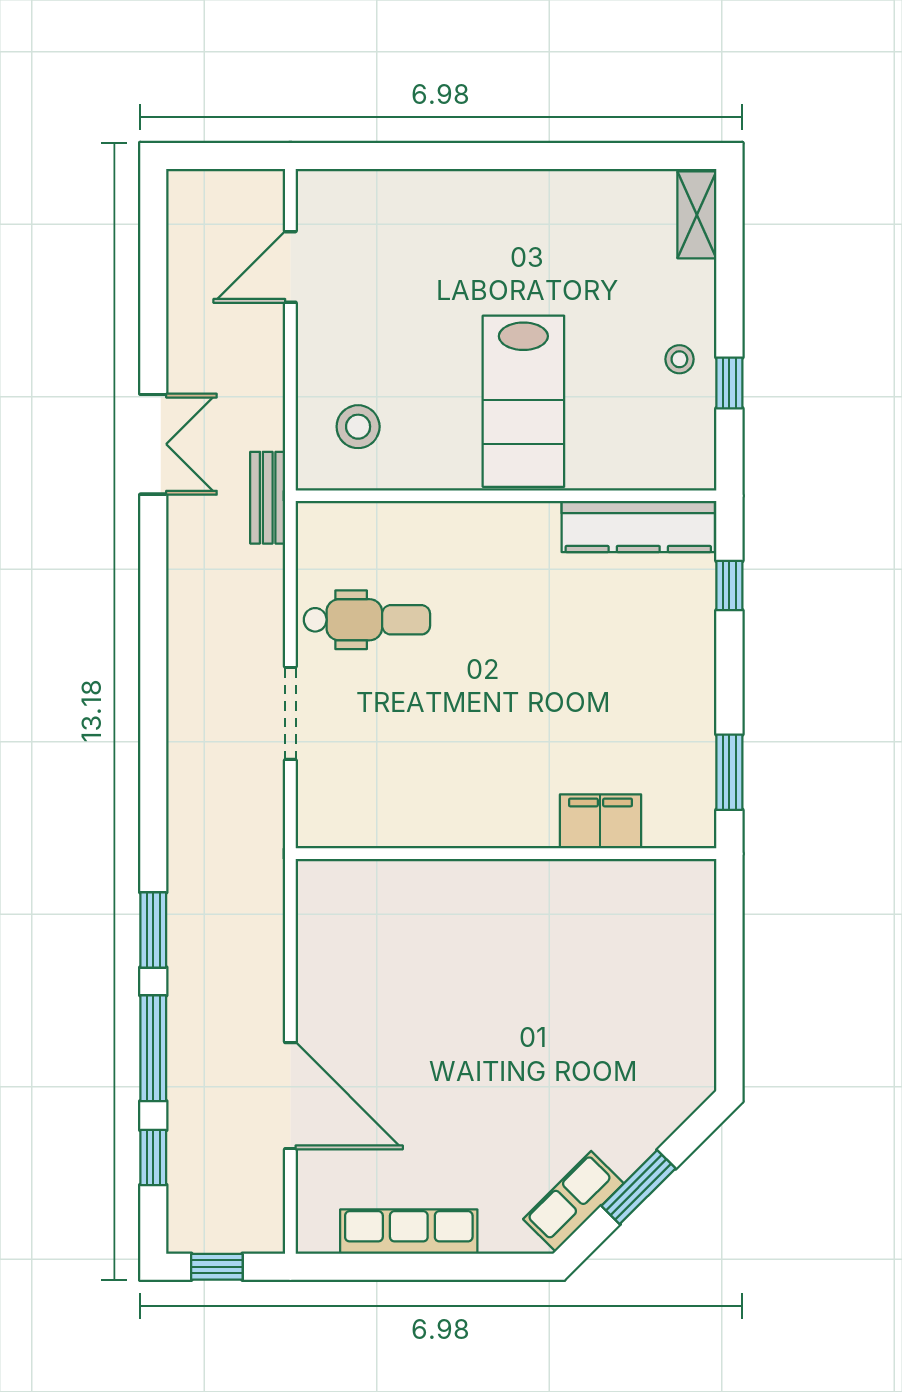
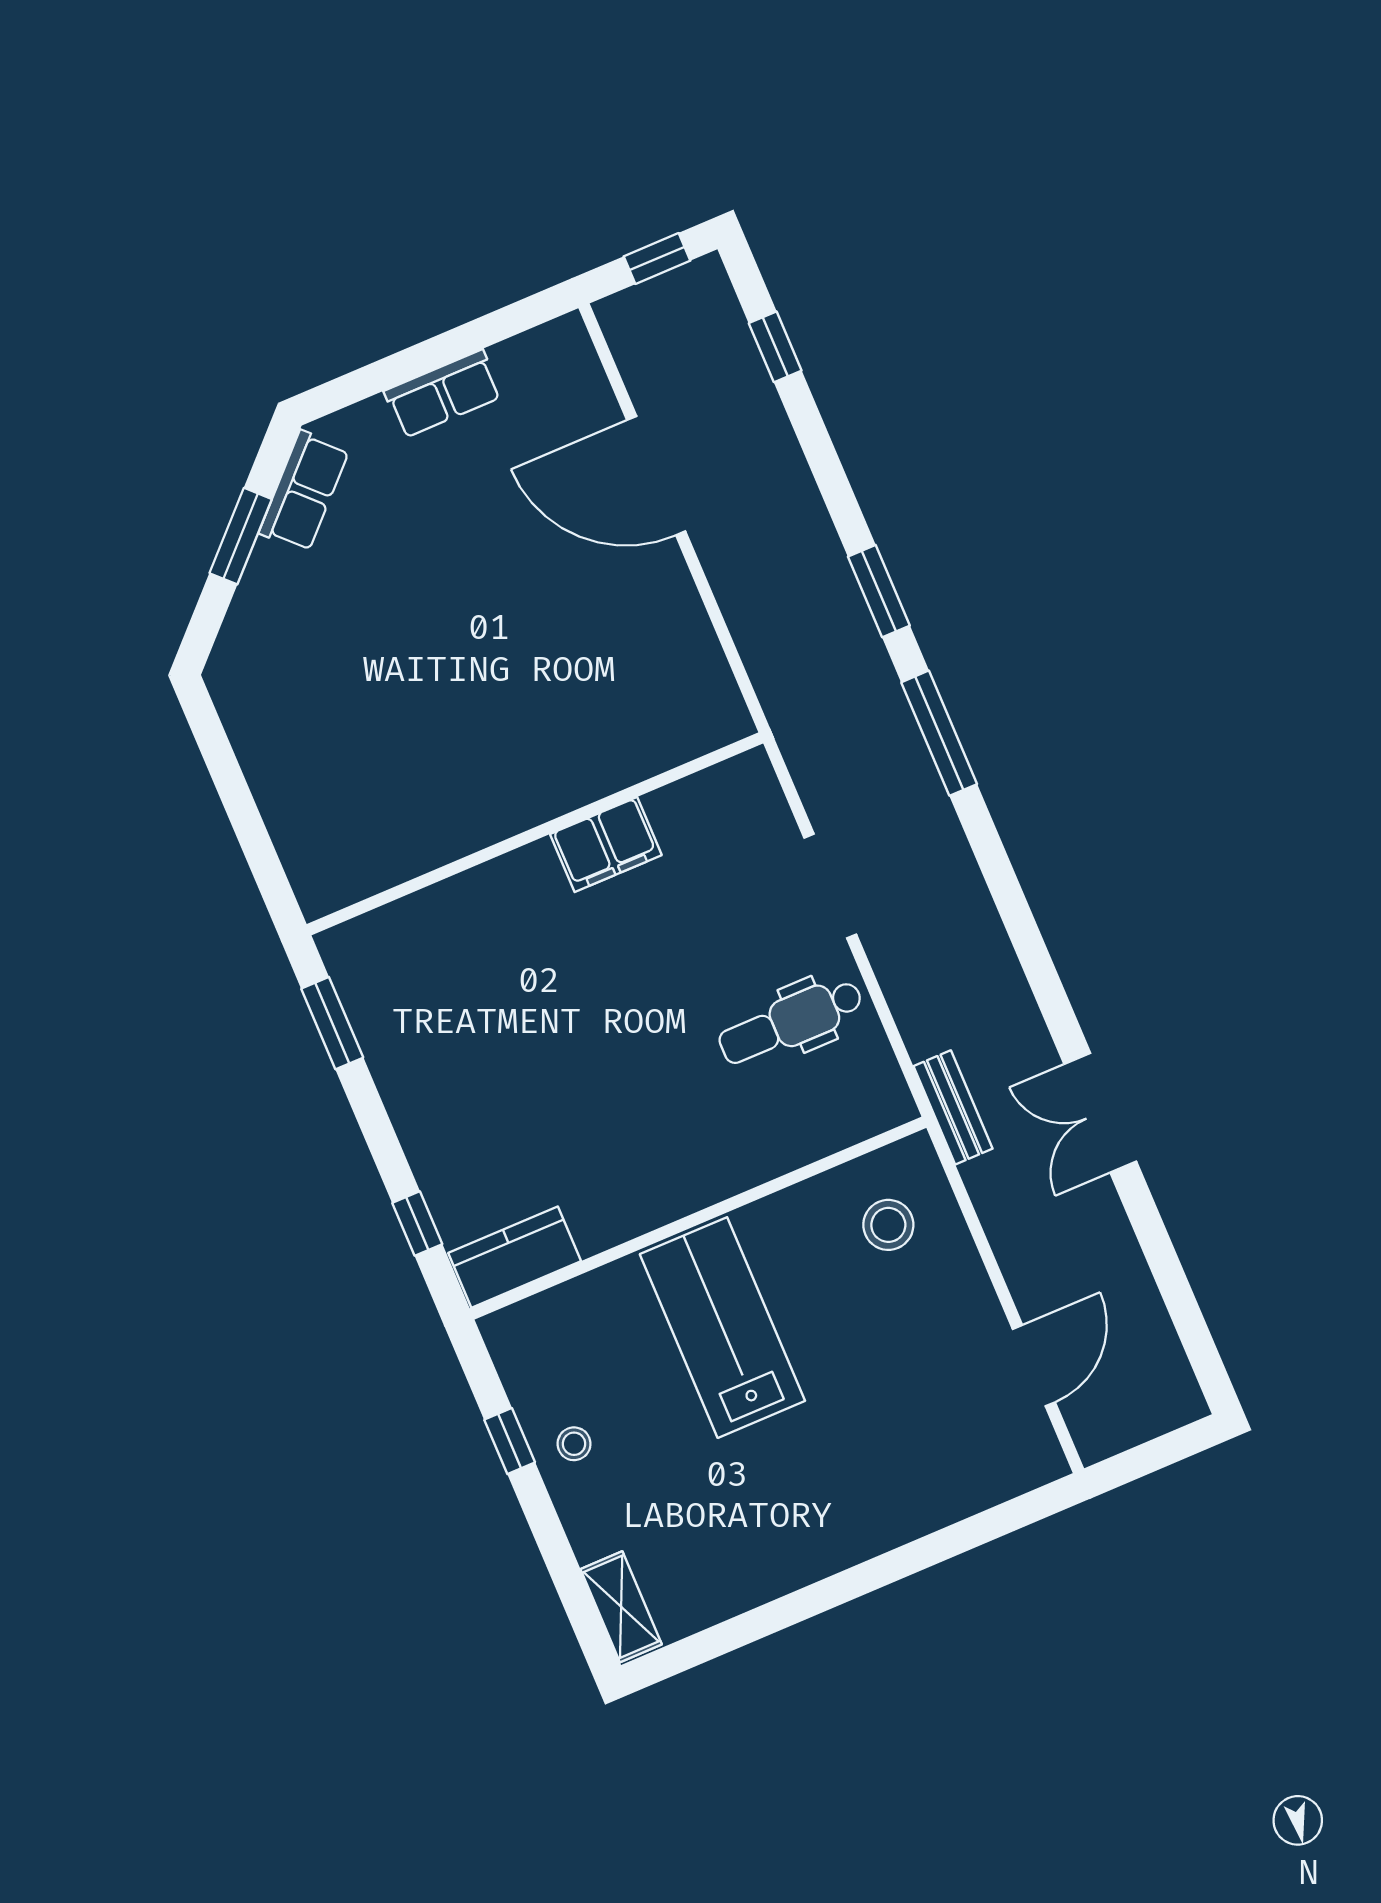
kitchen counter: (638, 526) -> (515, 1257), width x0.67
filing cabinet: (600, 821) -> (606, 845), moved
window: (153, 1048) -> (939, 733), moved
row of seats: (409, 1232) -> (443, 394), width x0.68

